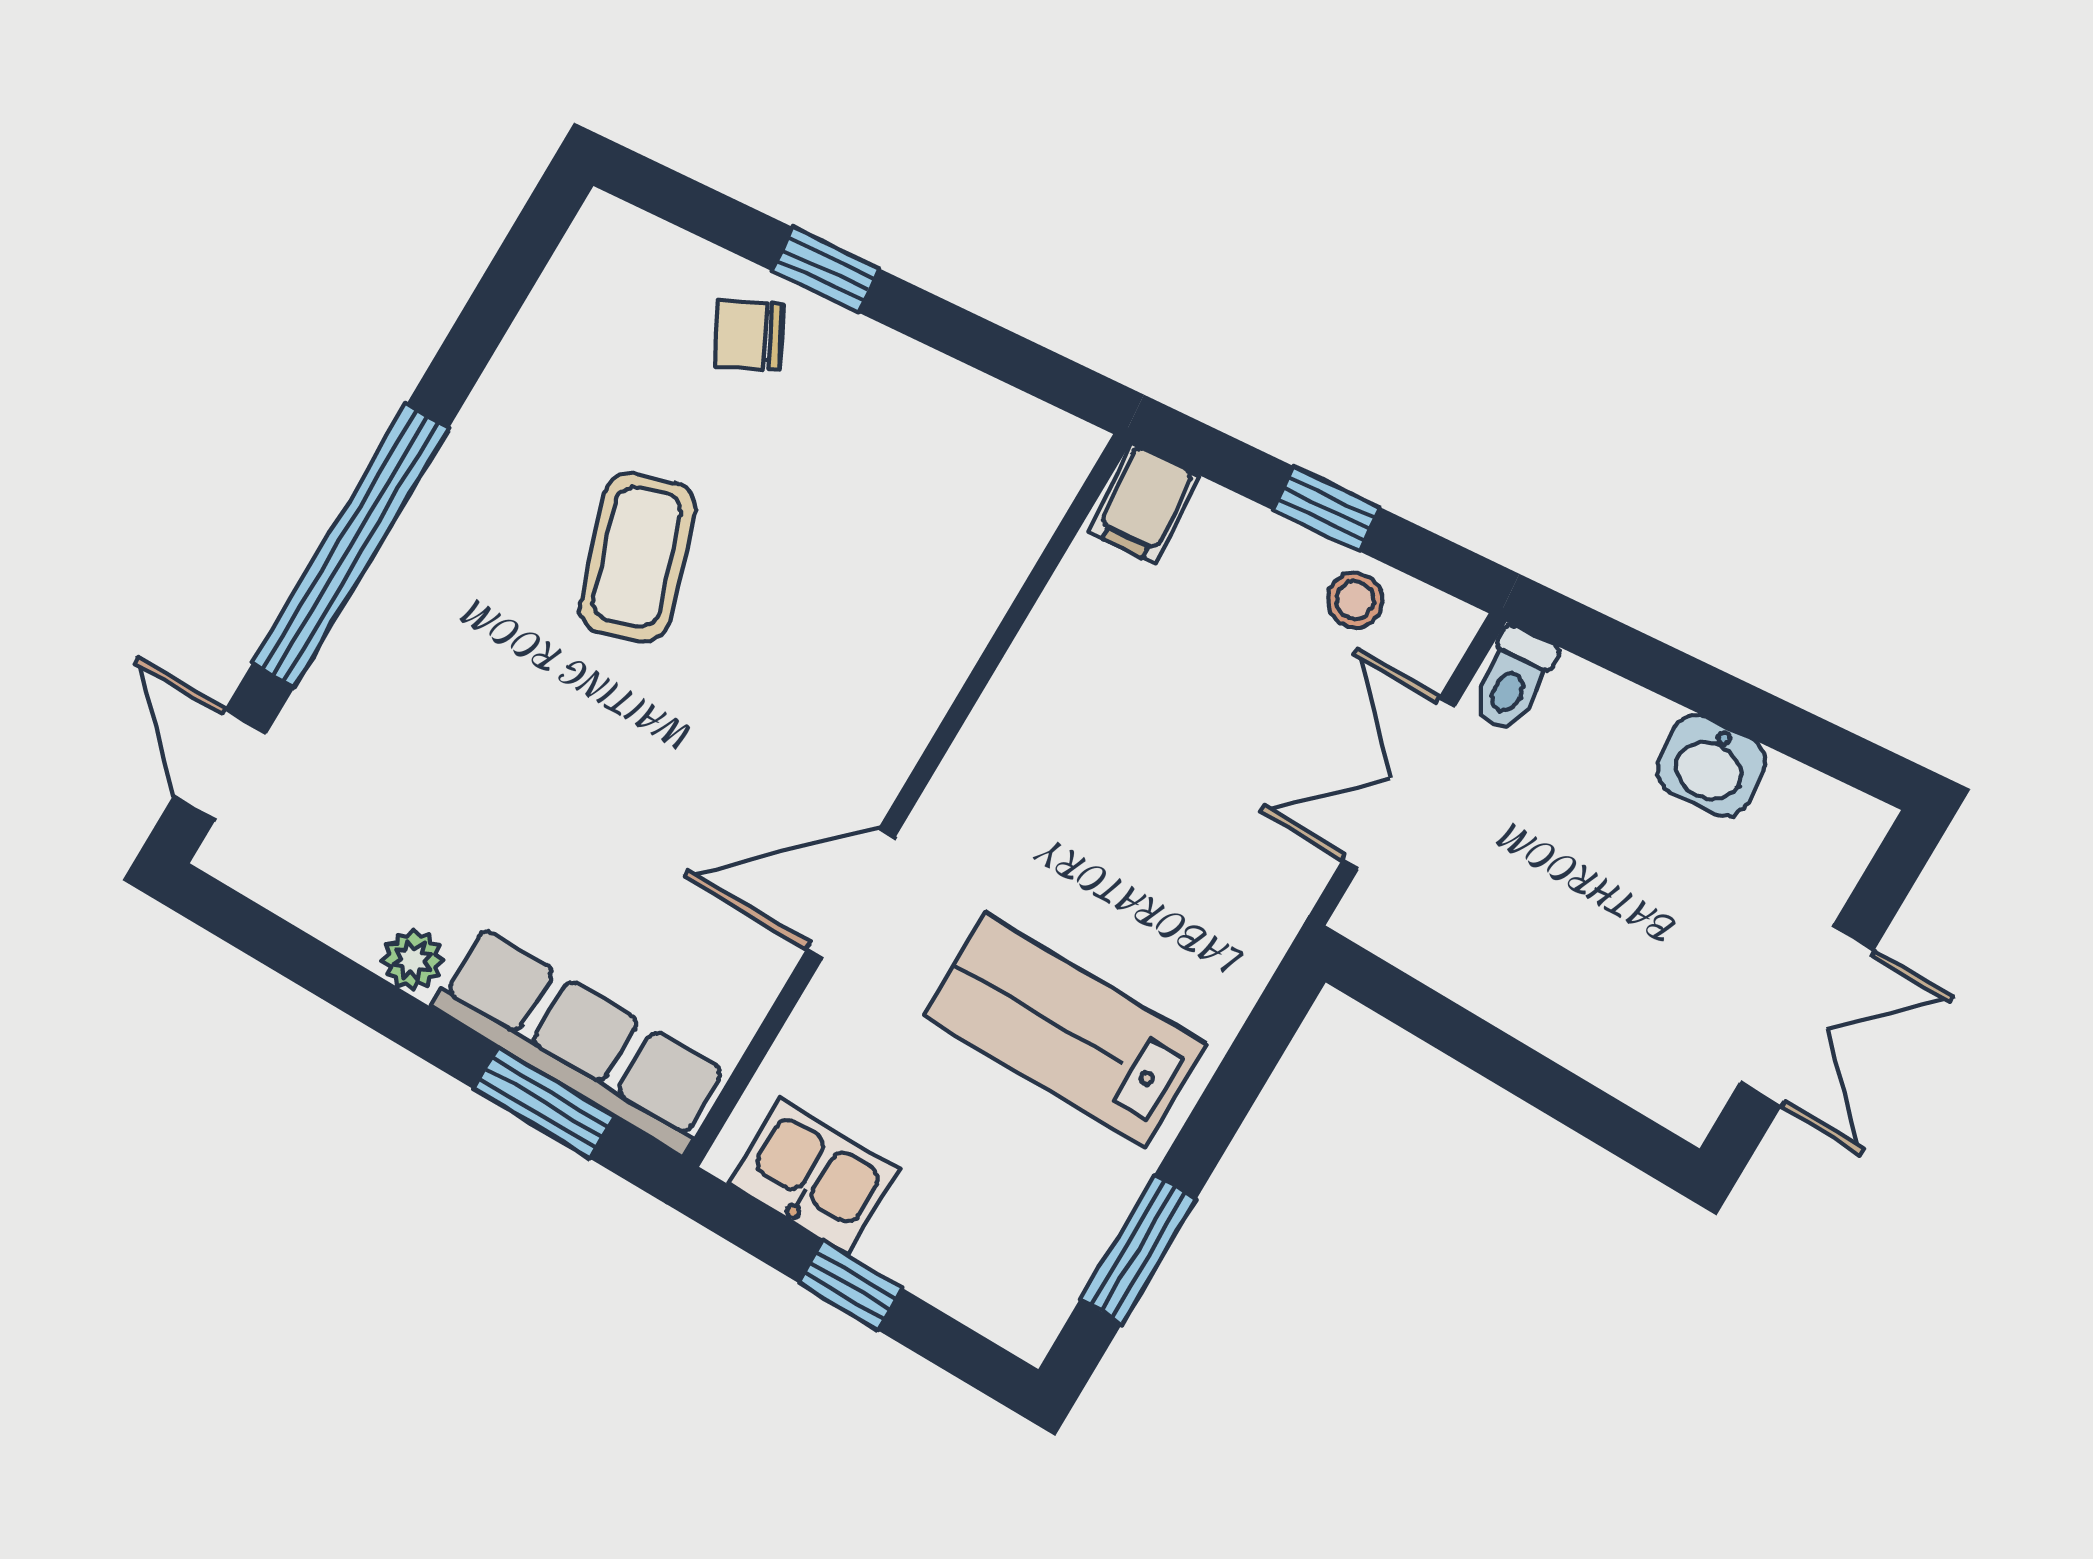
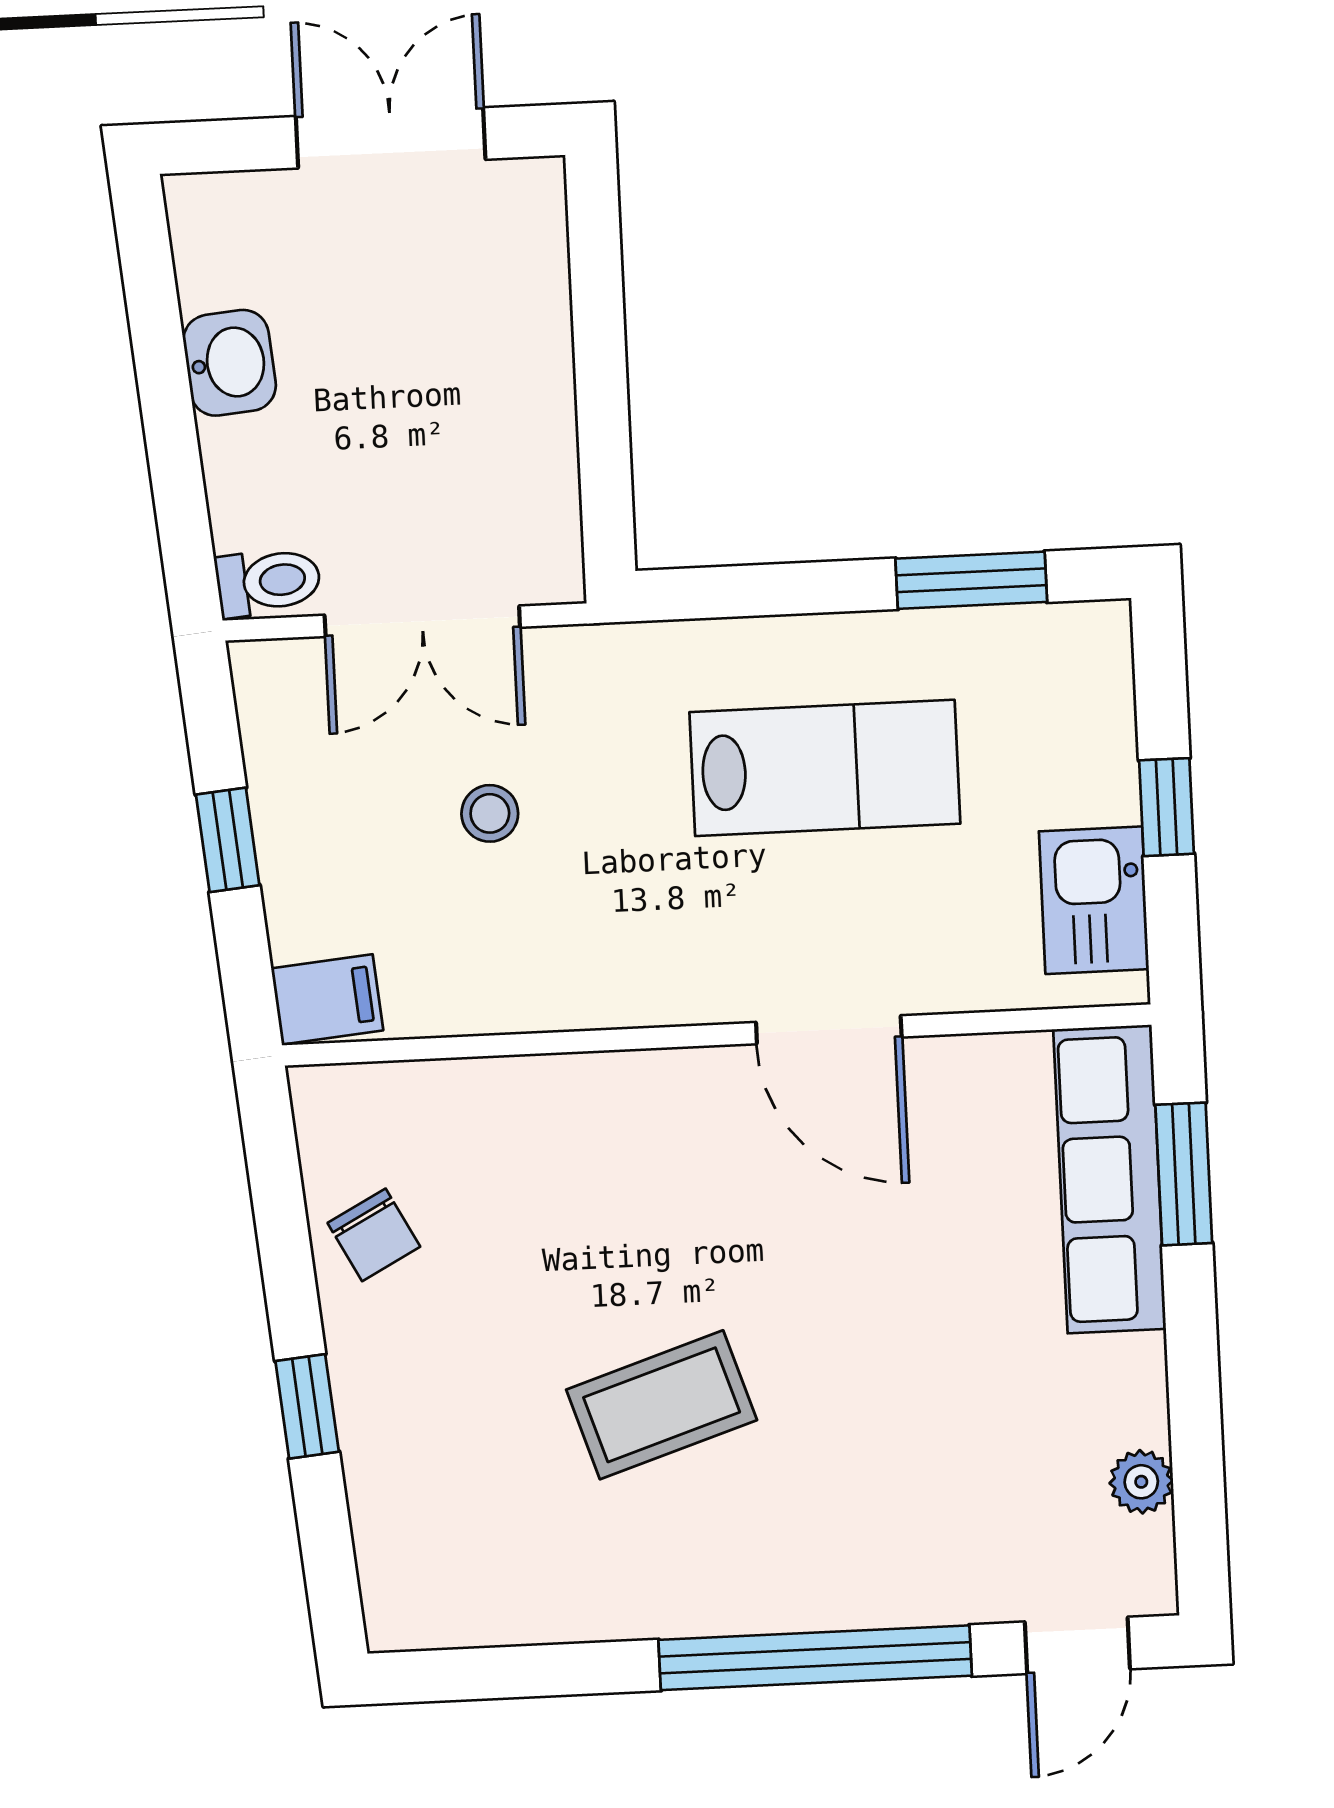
chair: (748, 335) -> (374, 1235), moved
stool: (1355, 600) -> (490, 813), moved
plant: (412, 960) -> (1141, 1482), moved
lab bench: (1065, 1030) -> (825, 768), turned -90

